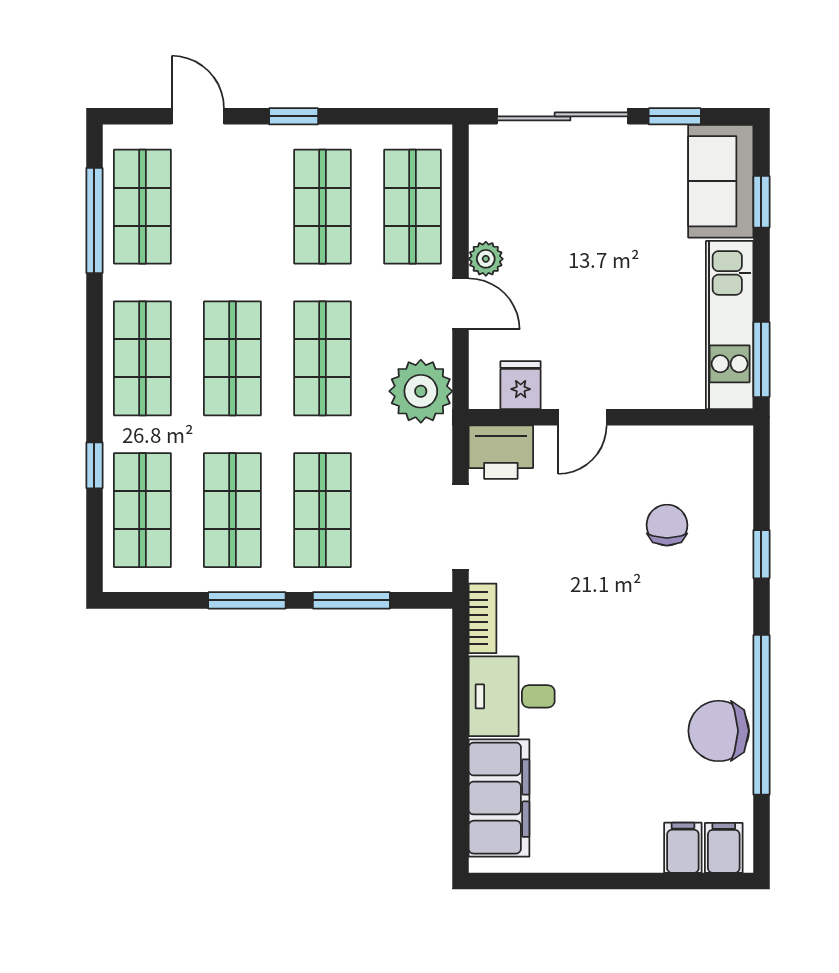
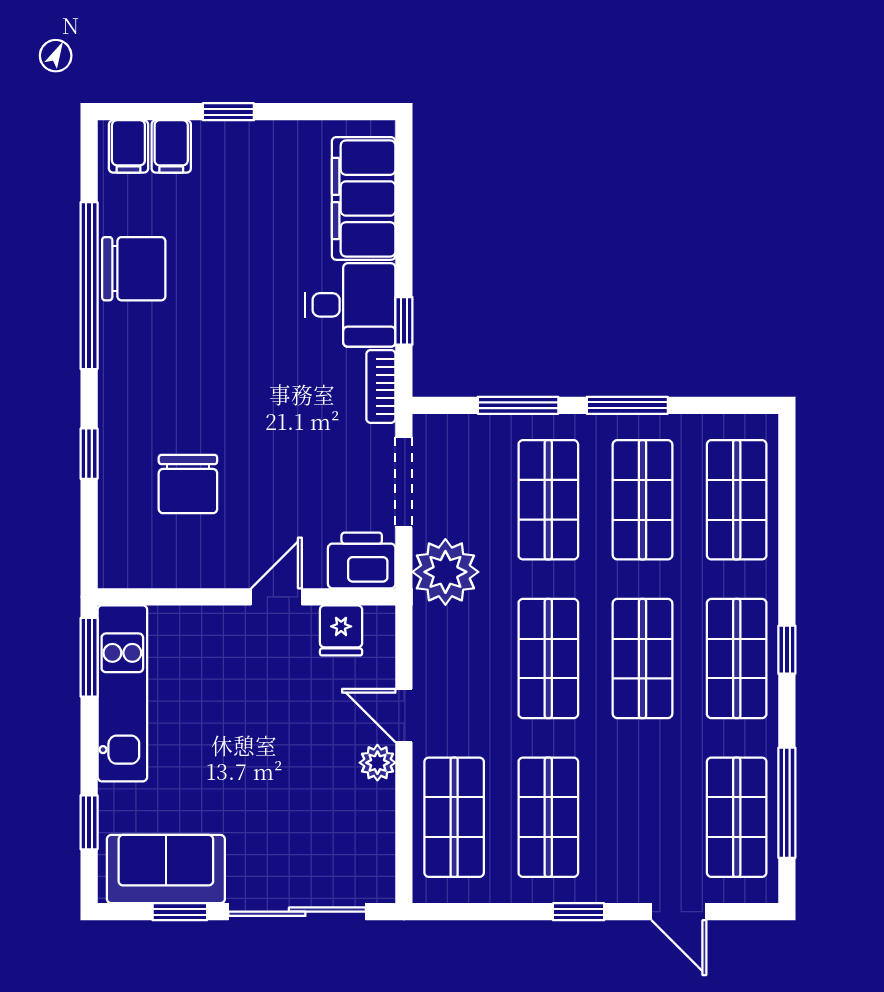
sofa: (721, 181) -> (166, 869), moved, turned -90
plant: (421, 391) -> (445, 572), moved
window: (94, 465) -> (787, 650), moved
chair: (667, 525) -> (188, 484), width x1.37, depth x1.37
window: (460, 681) -> (404, 321), added
window: (628, 881) -> (228, 112), added

